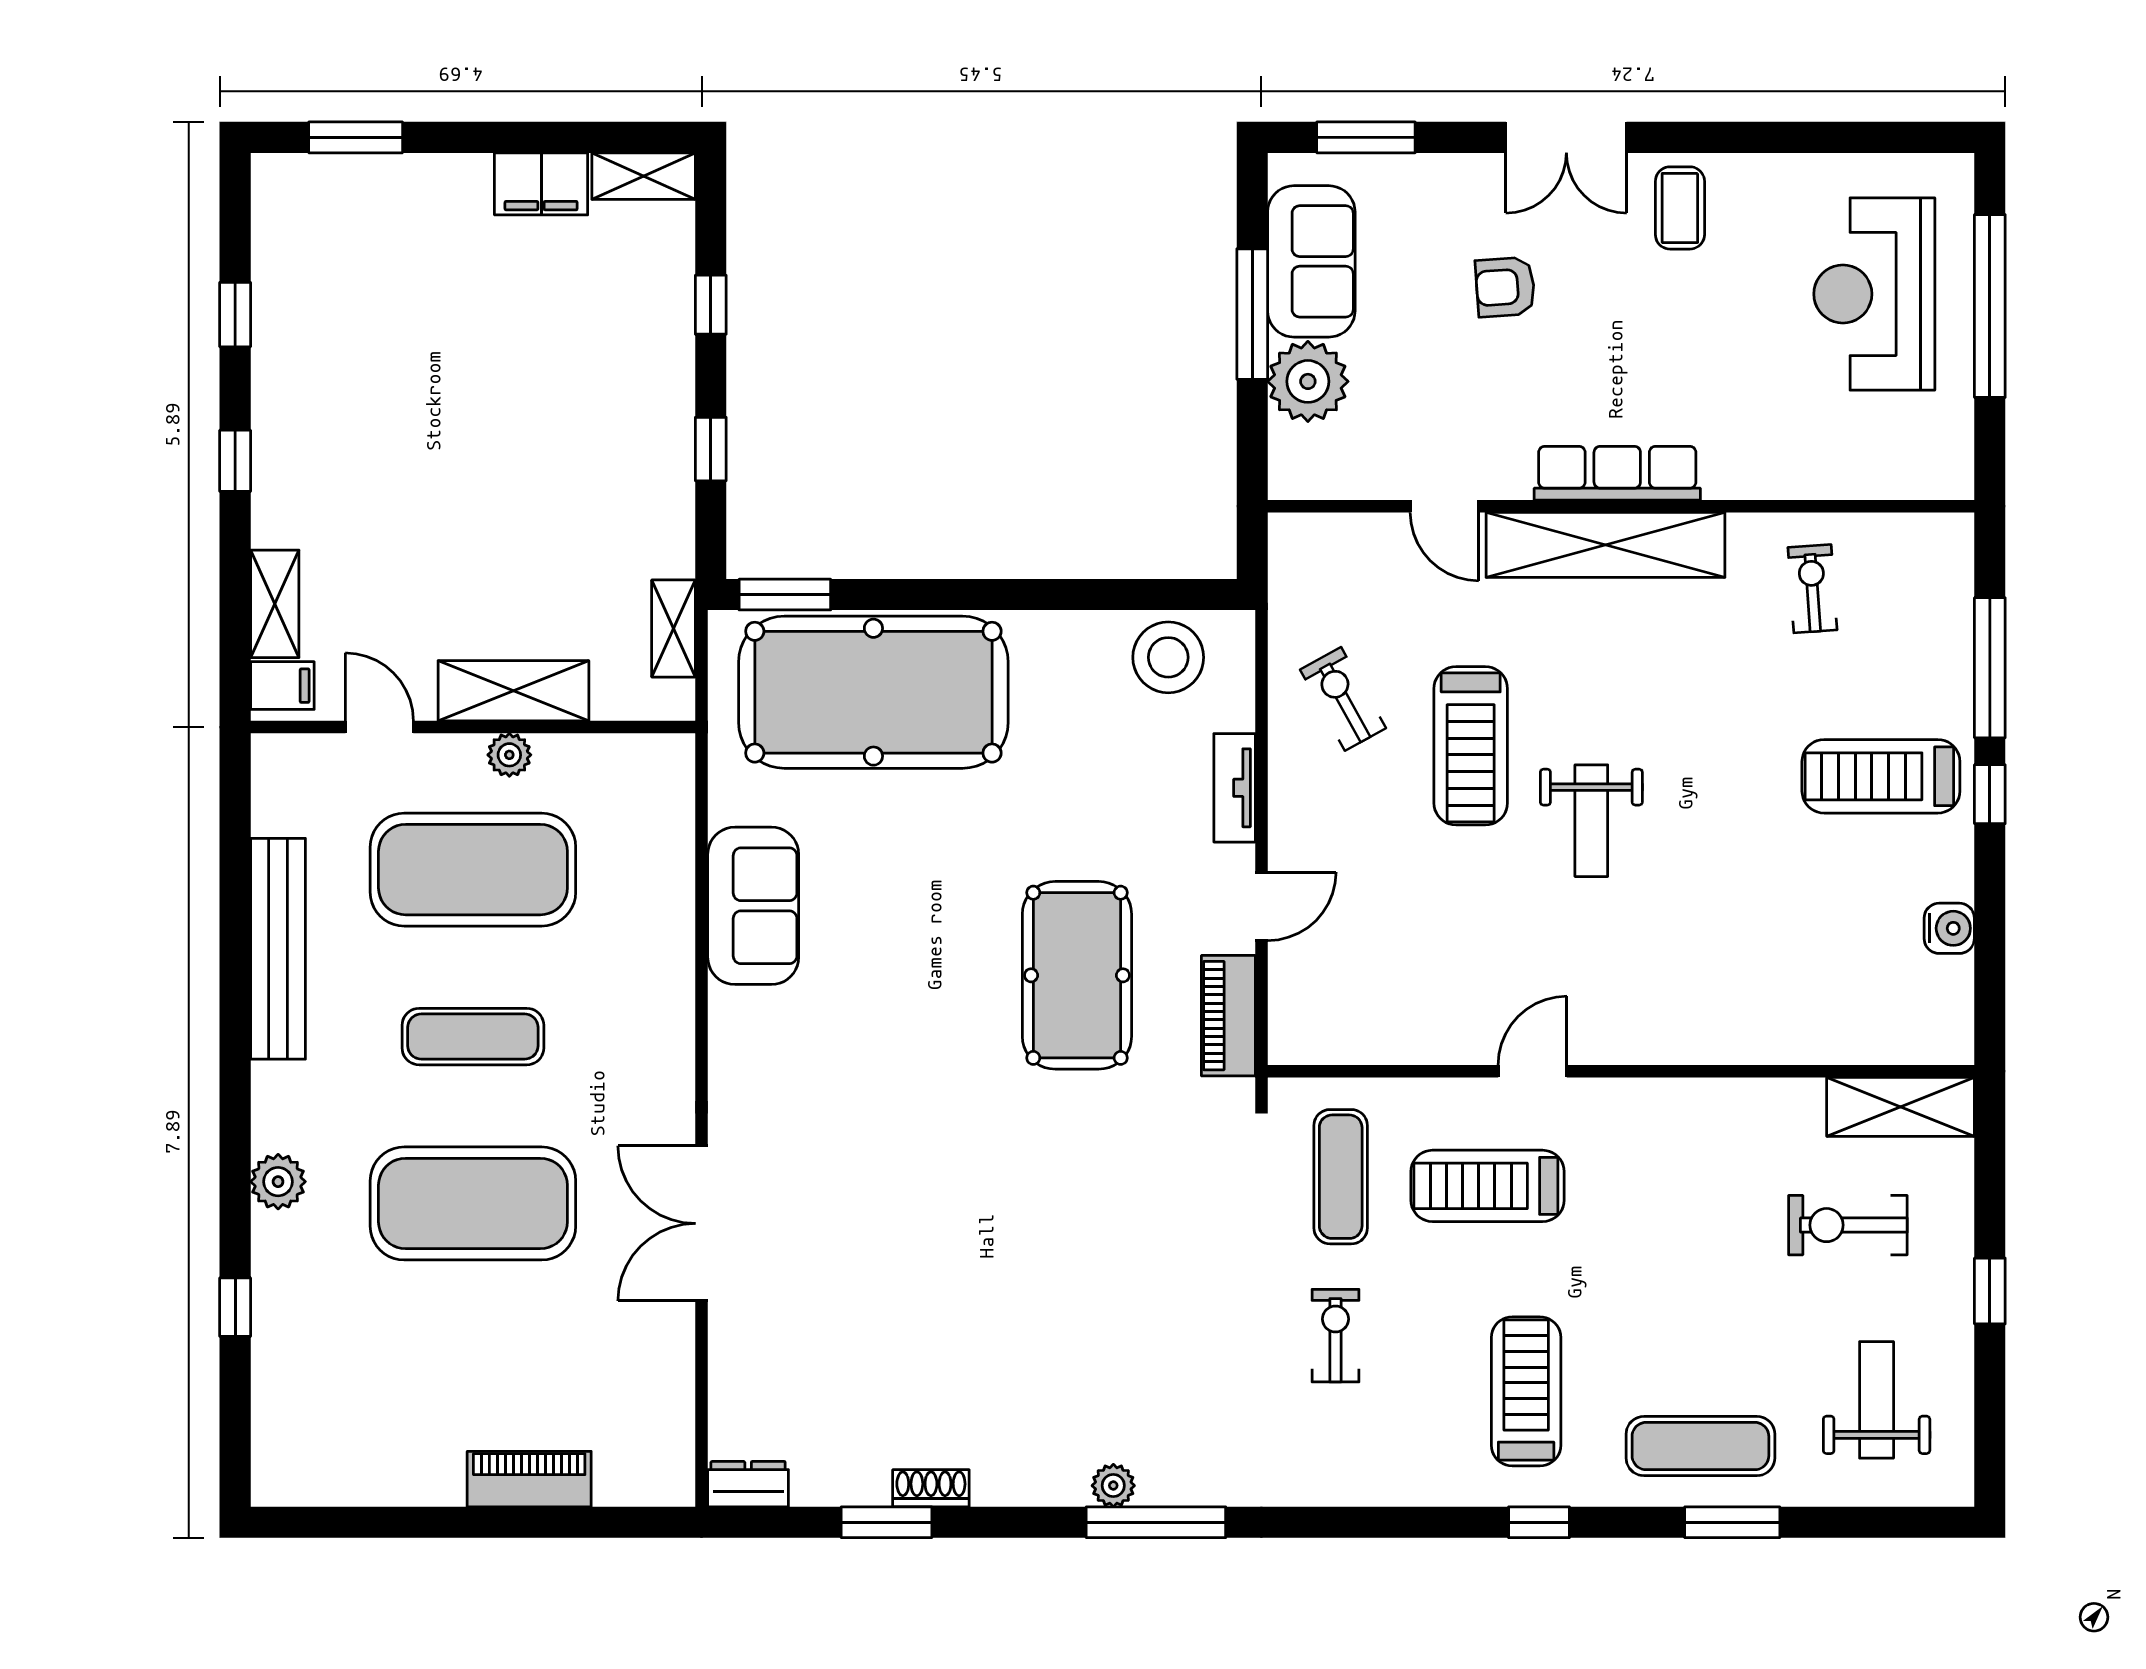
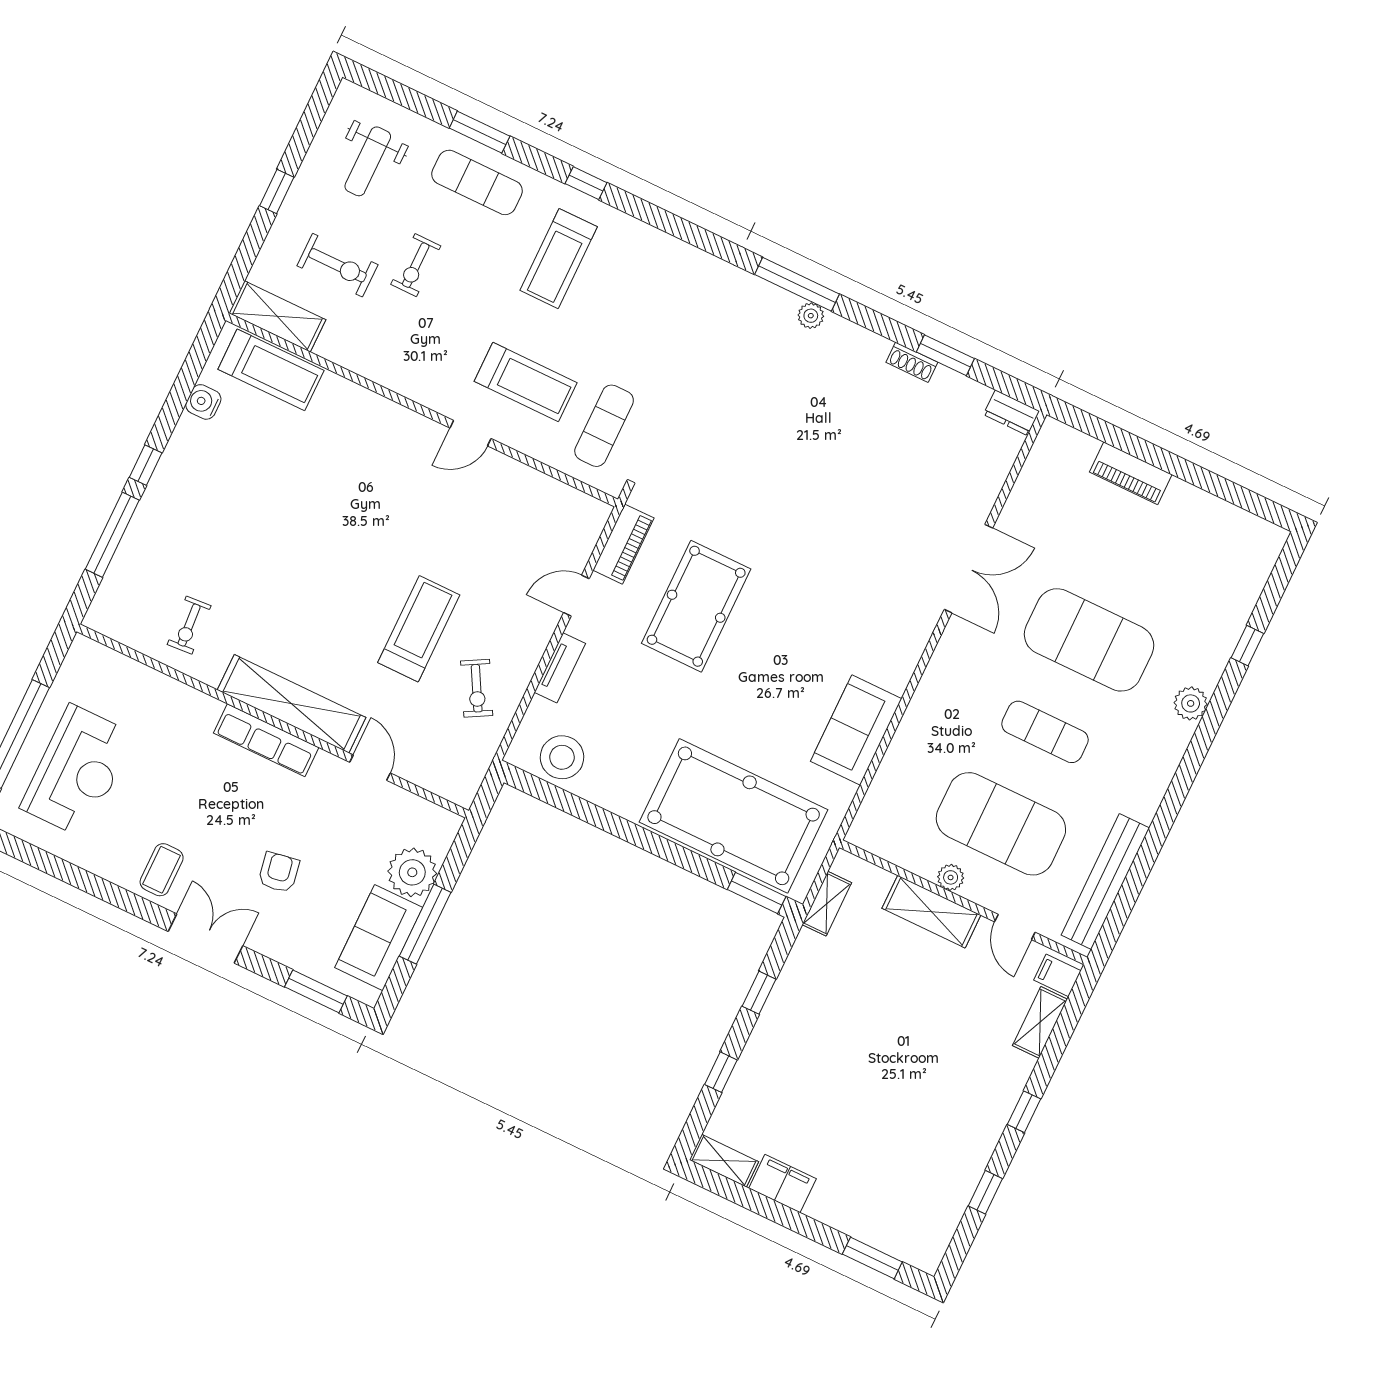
armchair: (1505, 287) -> (279, 872), turned -96
treadmill: (1881, 776) -> (271, 370), moved
weight bench: (1591, 821) -> (372, 556), removed
bench: (278, 949) -> (1105, 881), moved
exercise bike: (1335, 1336) -> (416, 265), moved

